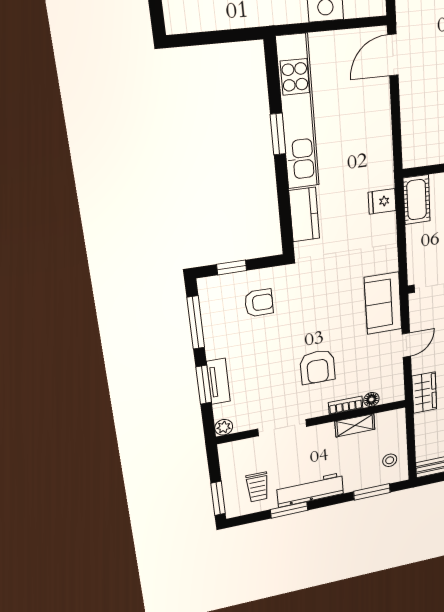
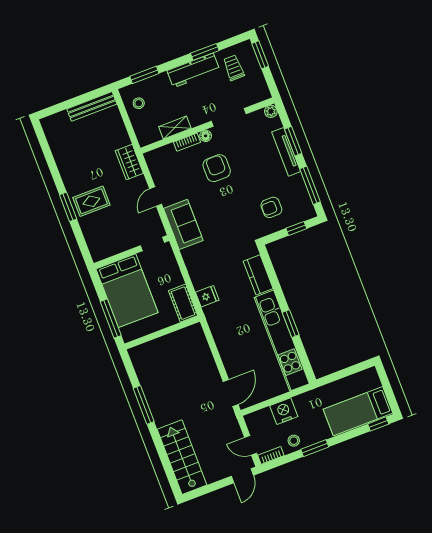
tv unit: (218, 381) -> (286, 152), width x1.41
floor lamp: (371, 399) -> (206, 136), moved

